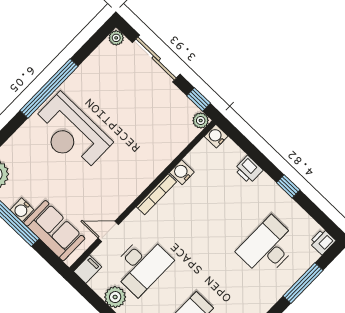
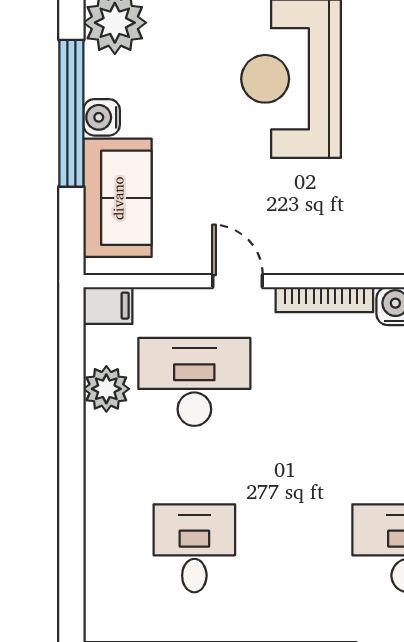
door: (108, 231) -> (238, 281), moved
desk: (142, 265) -> (194, 382), turned 180

